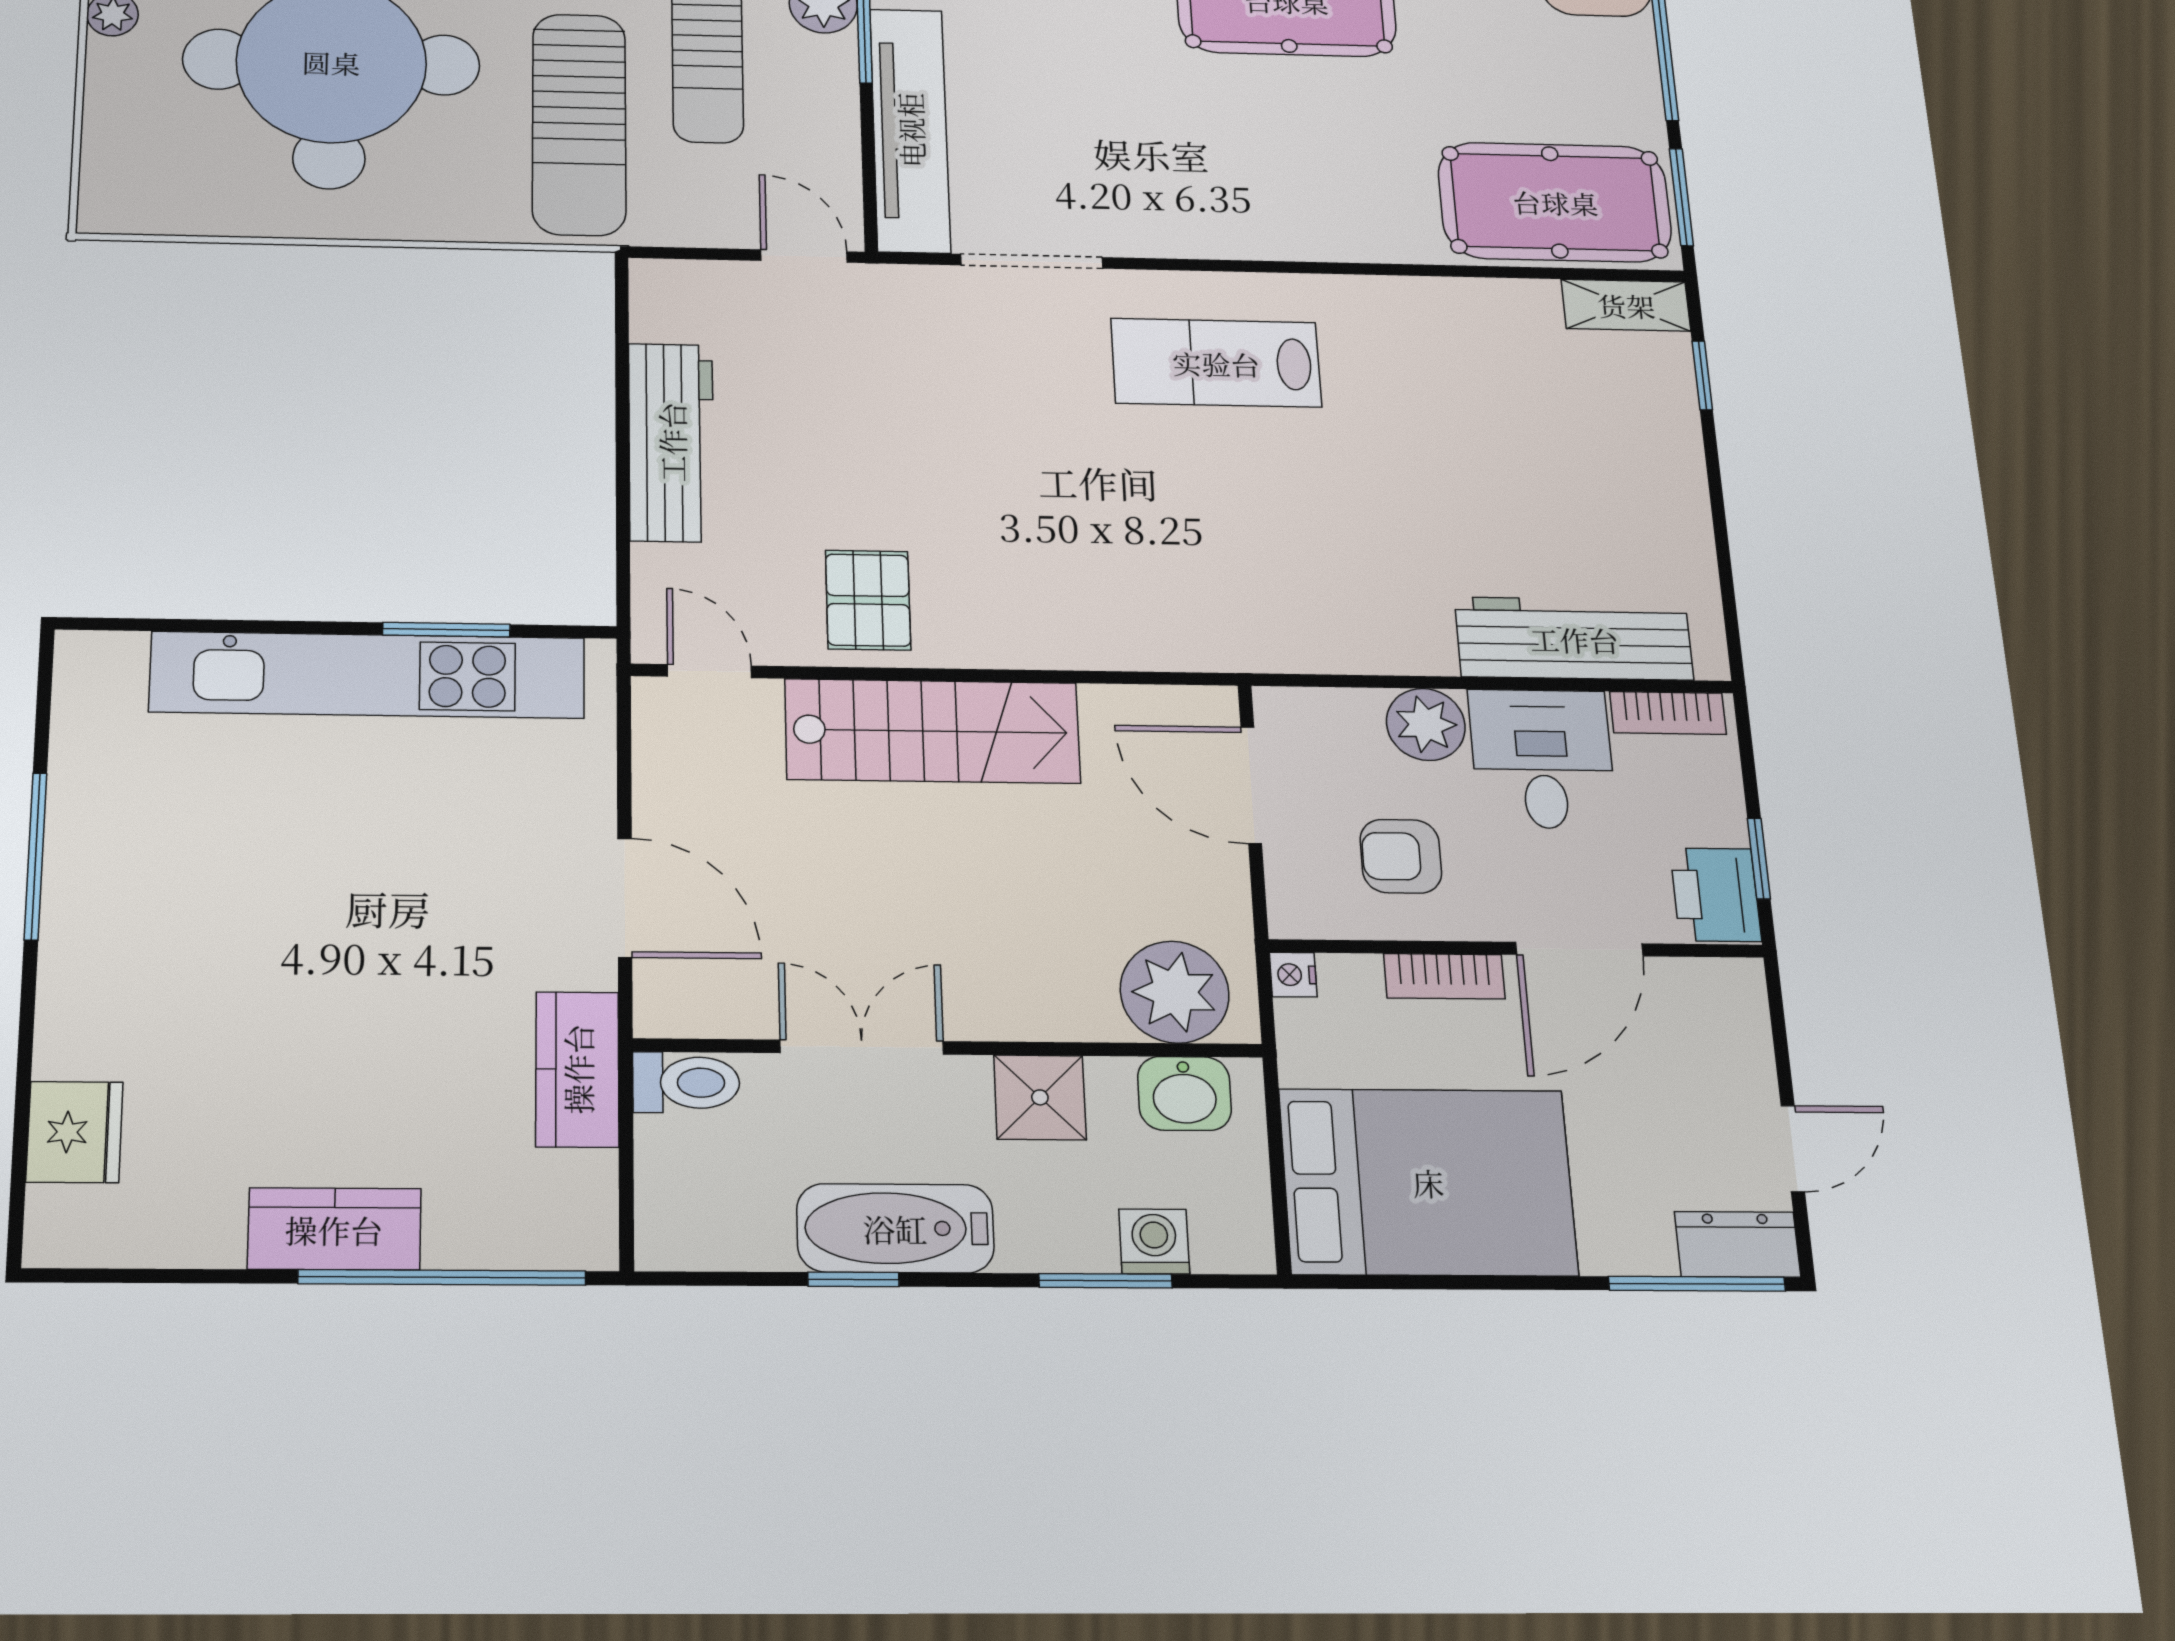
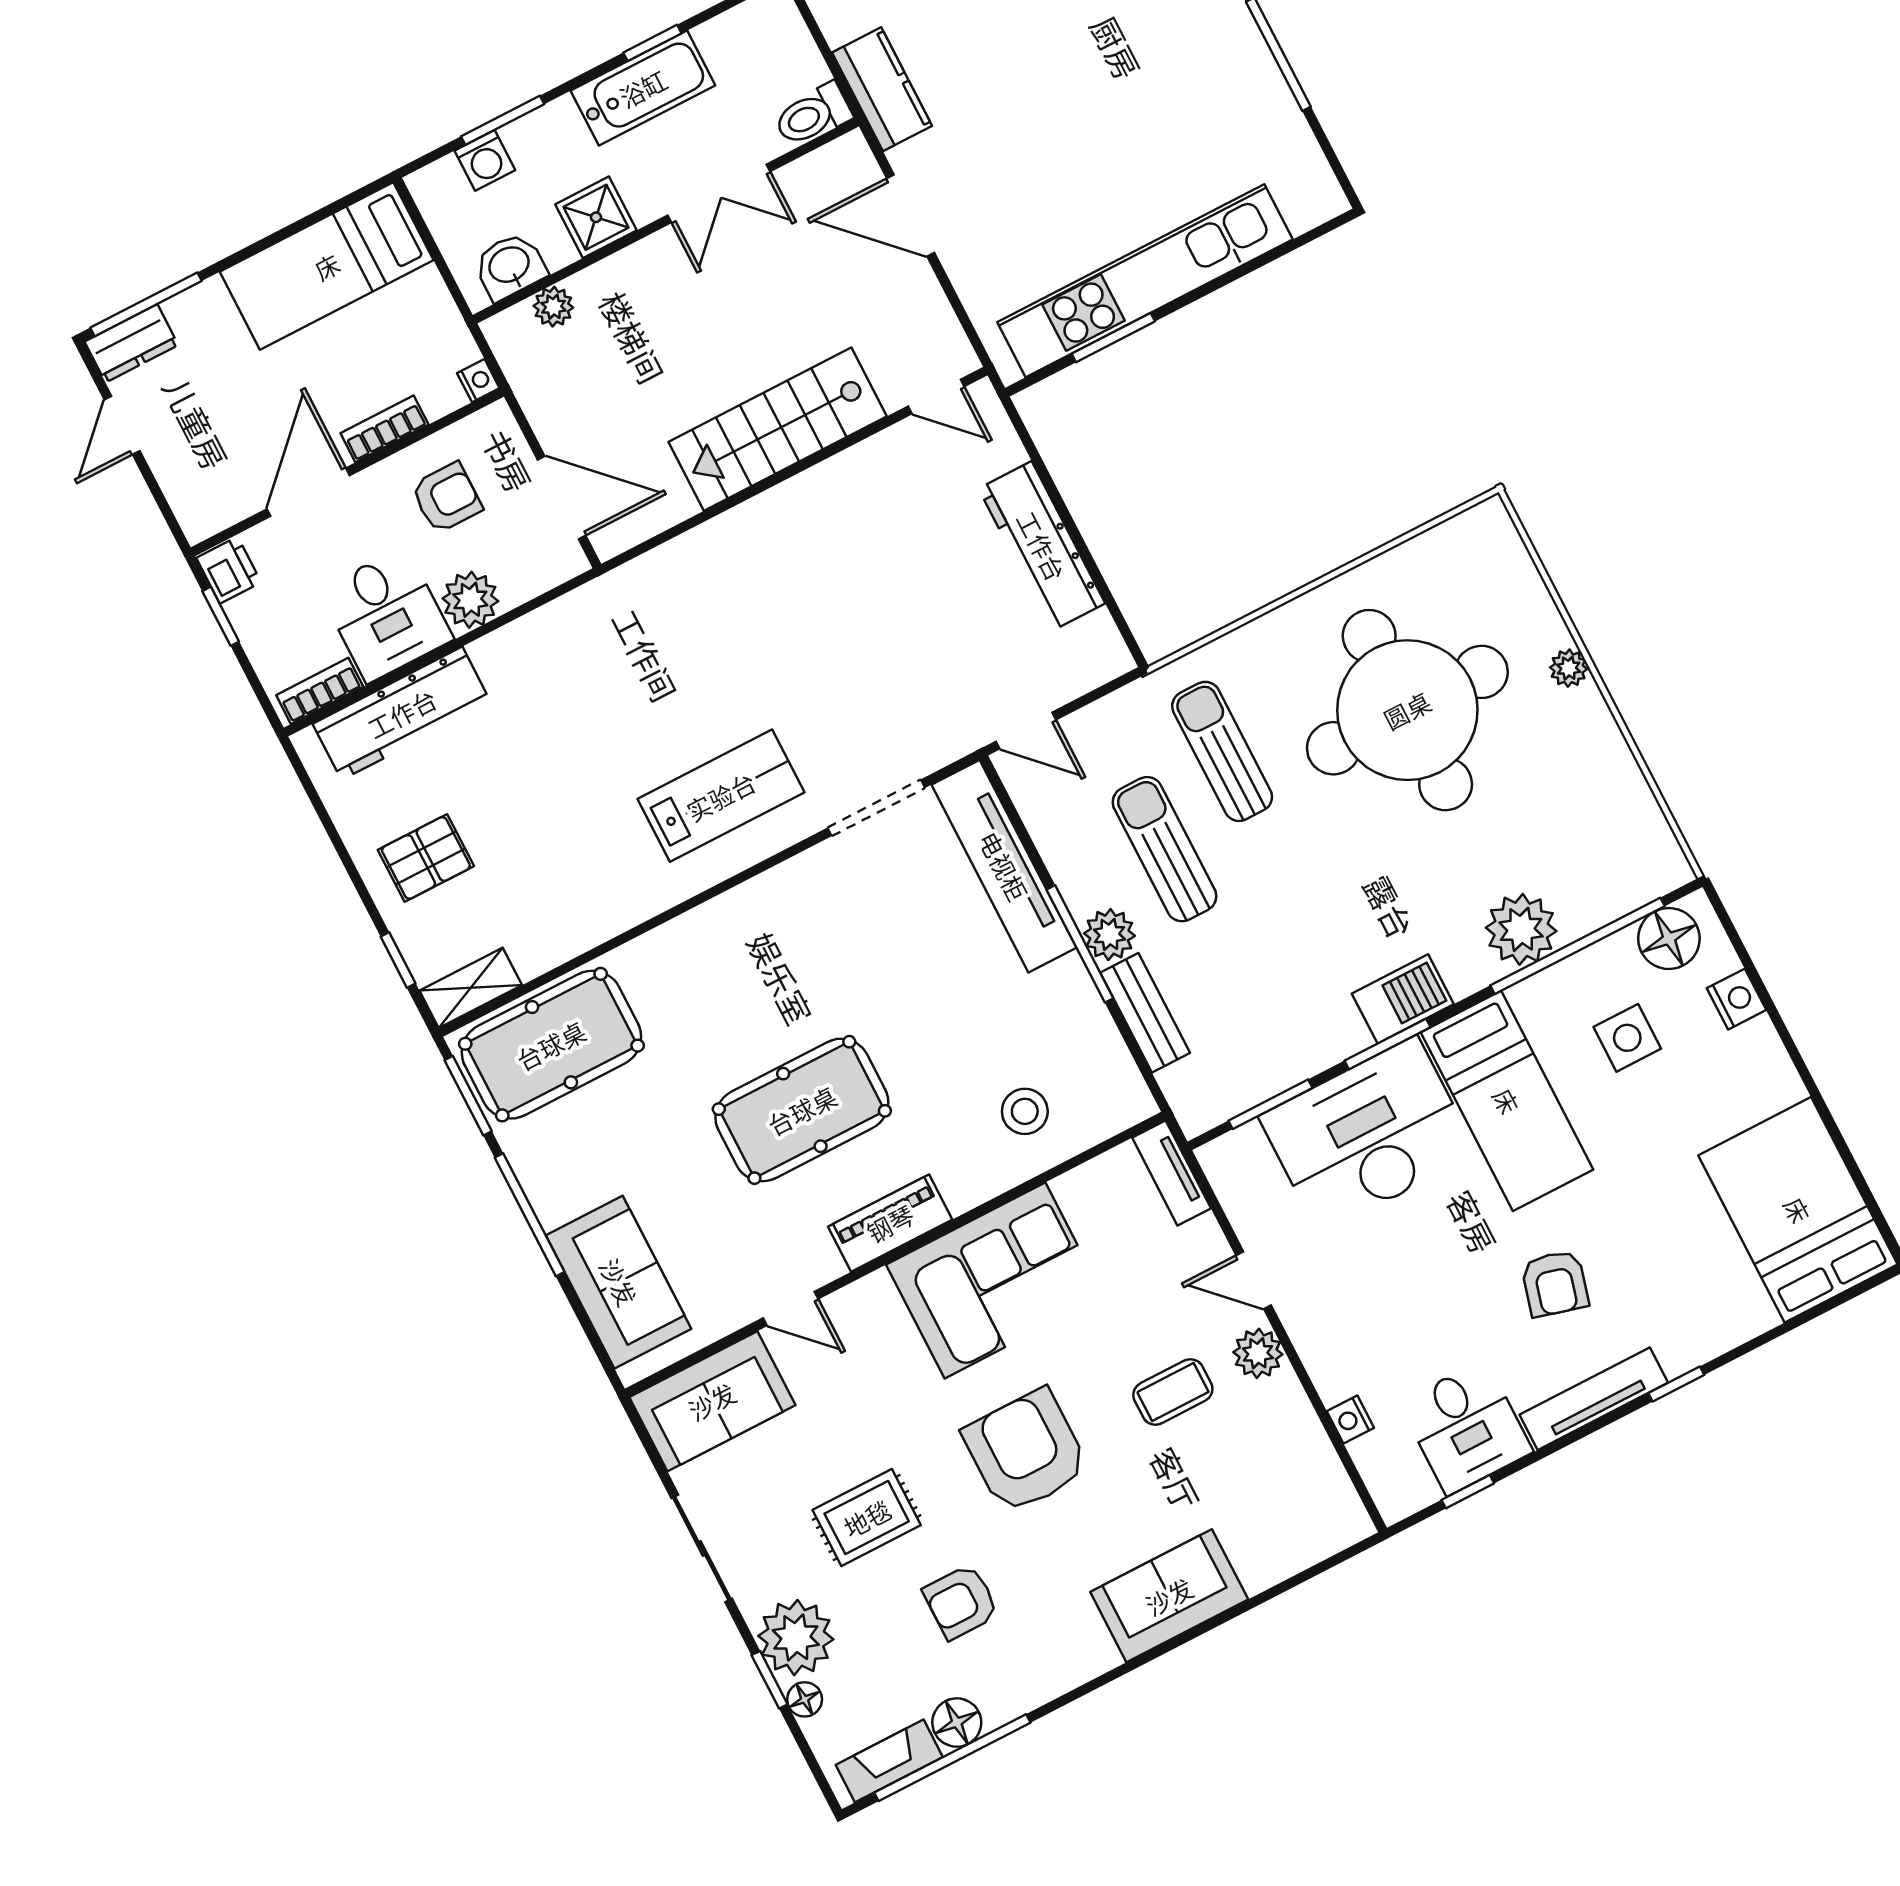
sun lounger: (579, 124) -> (1222, 751), width x0.73, depth x0.75
pallet: (868, 600) -> (426, 858), moved, turned 90
printer: (1716, 895) -> (229, 570), width x0.73, depth x0.81
plant: (1175, 992) -> (553, 307), width x0.53, depth x0.53
bed: (1428, 1182) -> (327, 266), width x0.67

